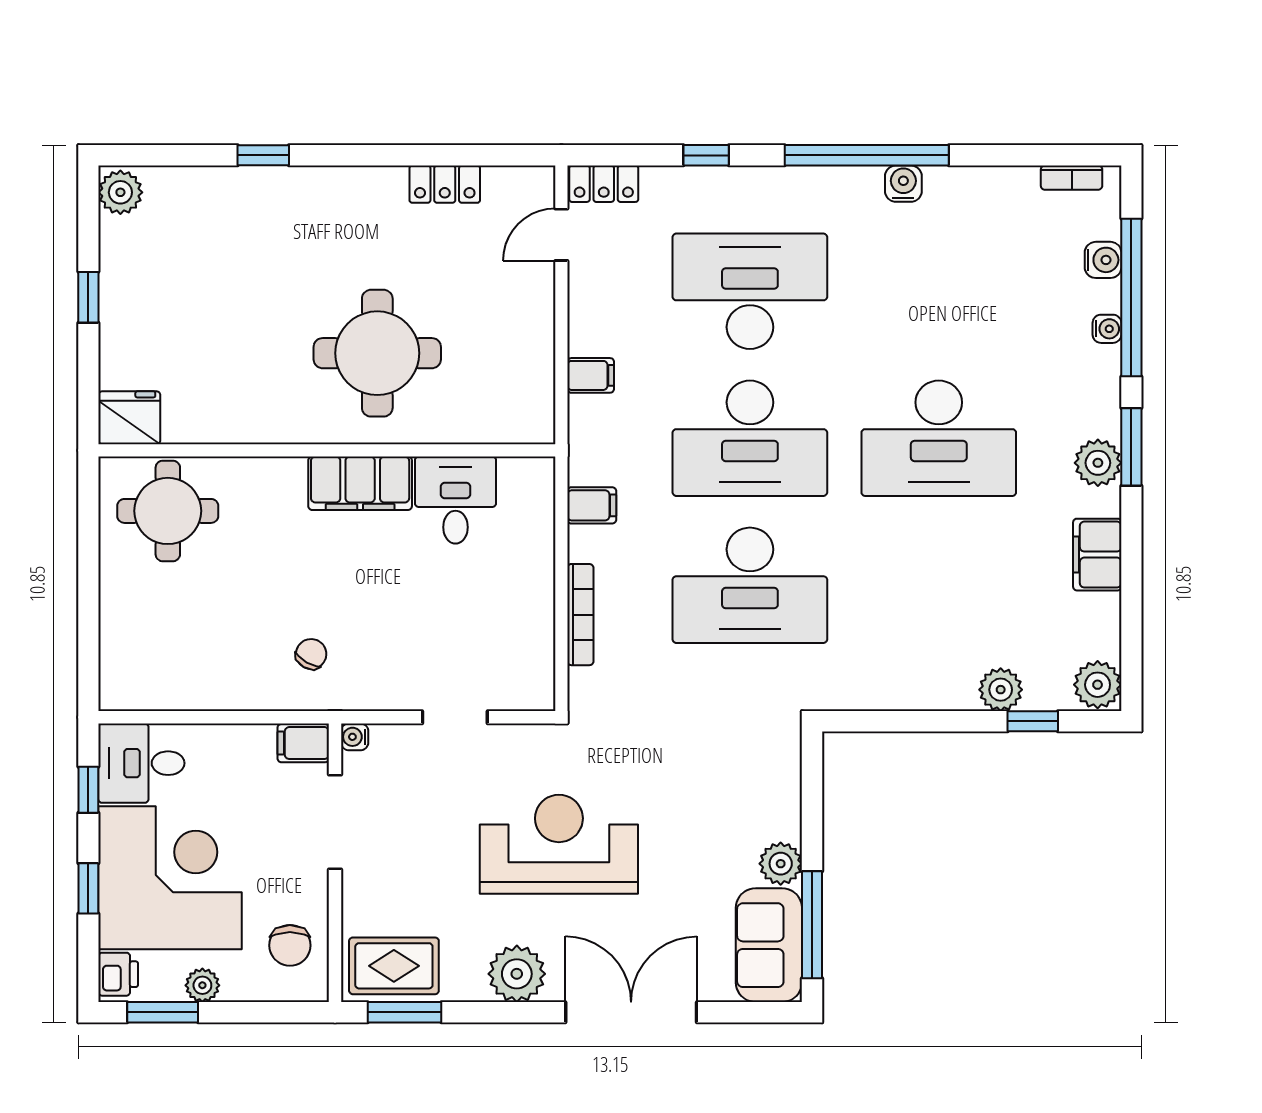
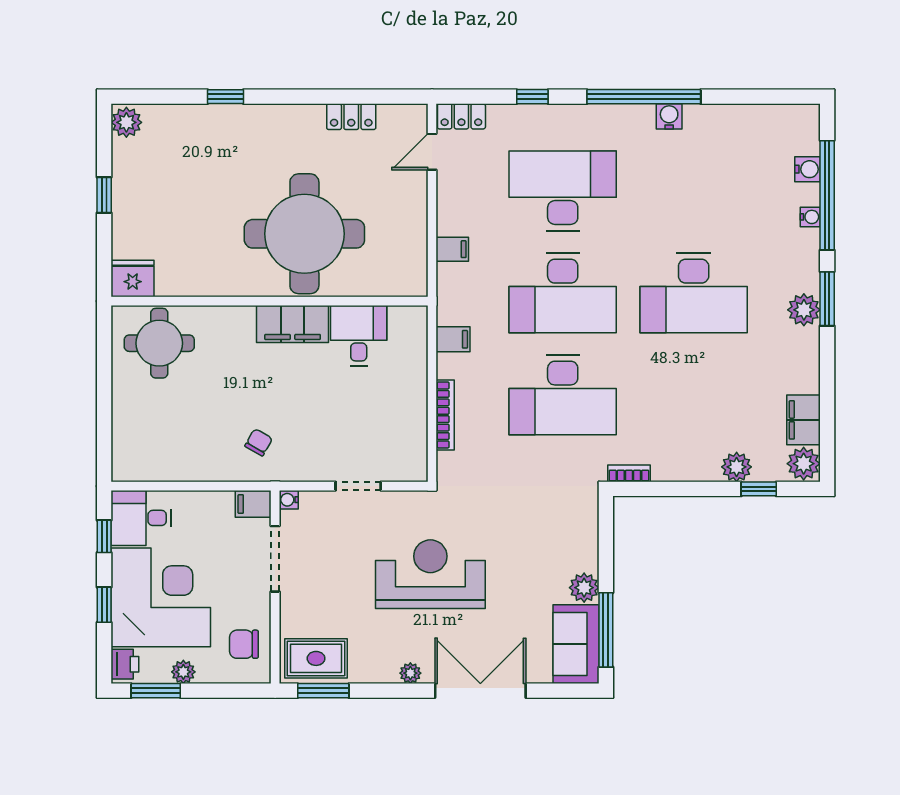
bookcase: (1072, 178) -> (629, 473), moved, turned 180
round table: (377, 353) -> (304, 234), width x1.36, depth x1.36
filing cabinet: (1097, 555) -> (803, 420), moved
chair: (290, 945) -> (244, 644), turned 90
plant: (517, 974) -> (410, 673), width x0.53, depth x0.53

